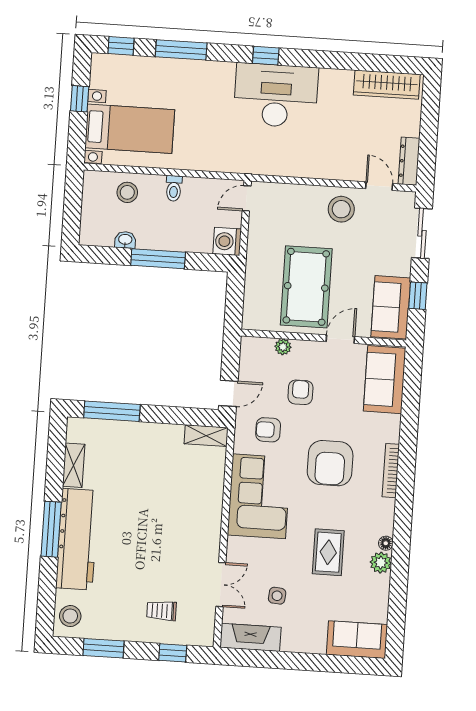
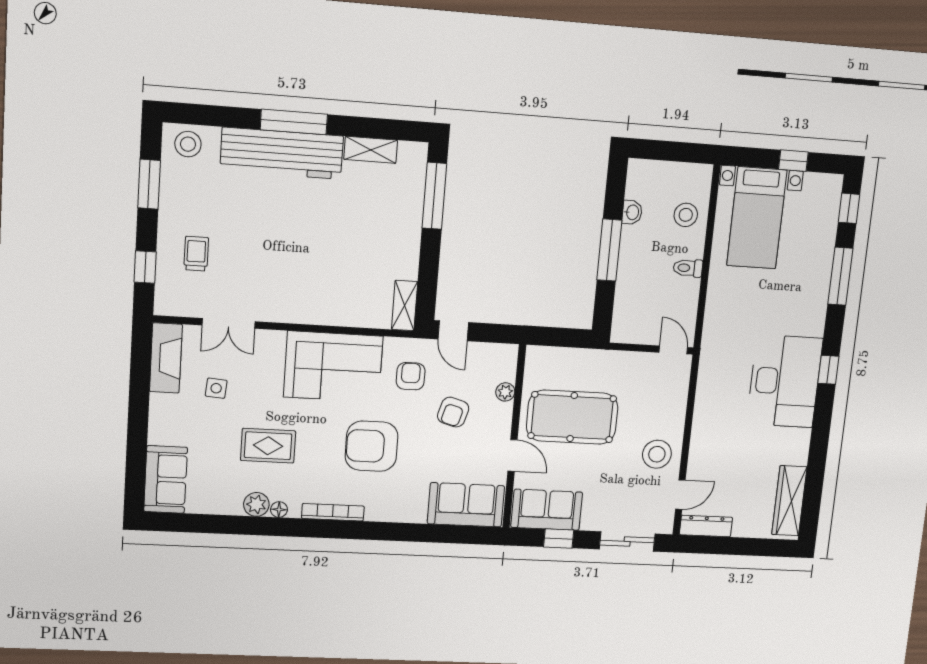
washing machine: (227, 241) -> (626, 328), removed
armchair: (300, 392) -> (453, 412), turned 106
bookcase: (391, 471) -> (333, 512), moved

